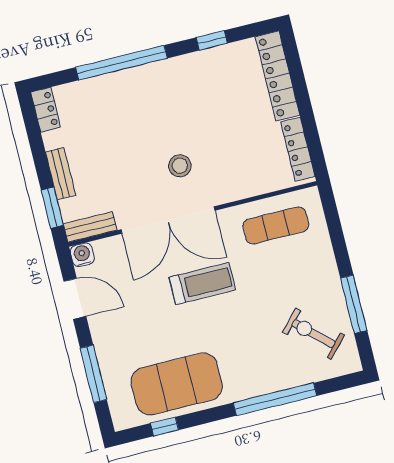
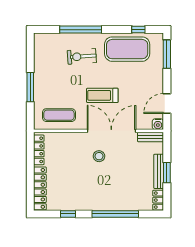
bench: (61, 174) -> (159, 171), width x1.36
window: (52, 208) -> (167, 173), moved
door: (75, 299) -> (167, 103), hinge flipped
window: (354, 304) -> (30, 87), moved
exercise bike: (313, 334) -> (82, 56), moved, turned 133
window: (93, 374) -> (167, 54), moved

